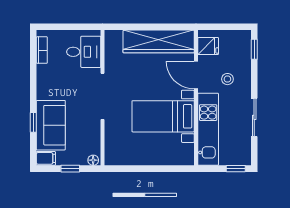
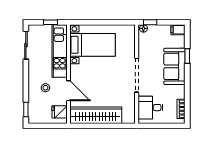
bed with nightstands: (163, 116) -> (92, 45), moved
sliding door: (254, 117) -> (26, 45), moved
sofa: (51, 125) -> (174, 66), moved
window: (70, 169) -> (150, 22), moved
window: (236, 169) -> (51, 22), moved

